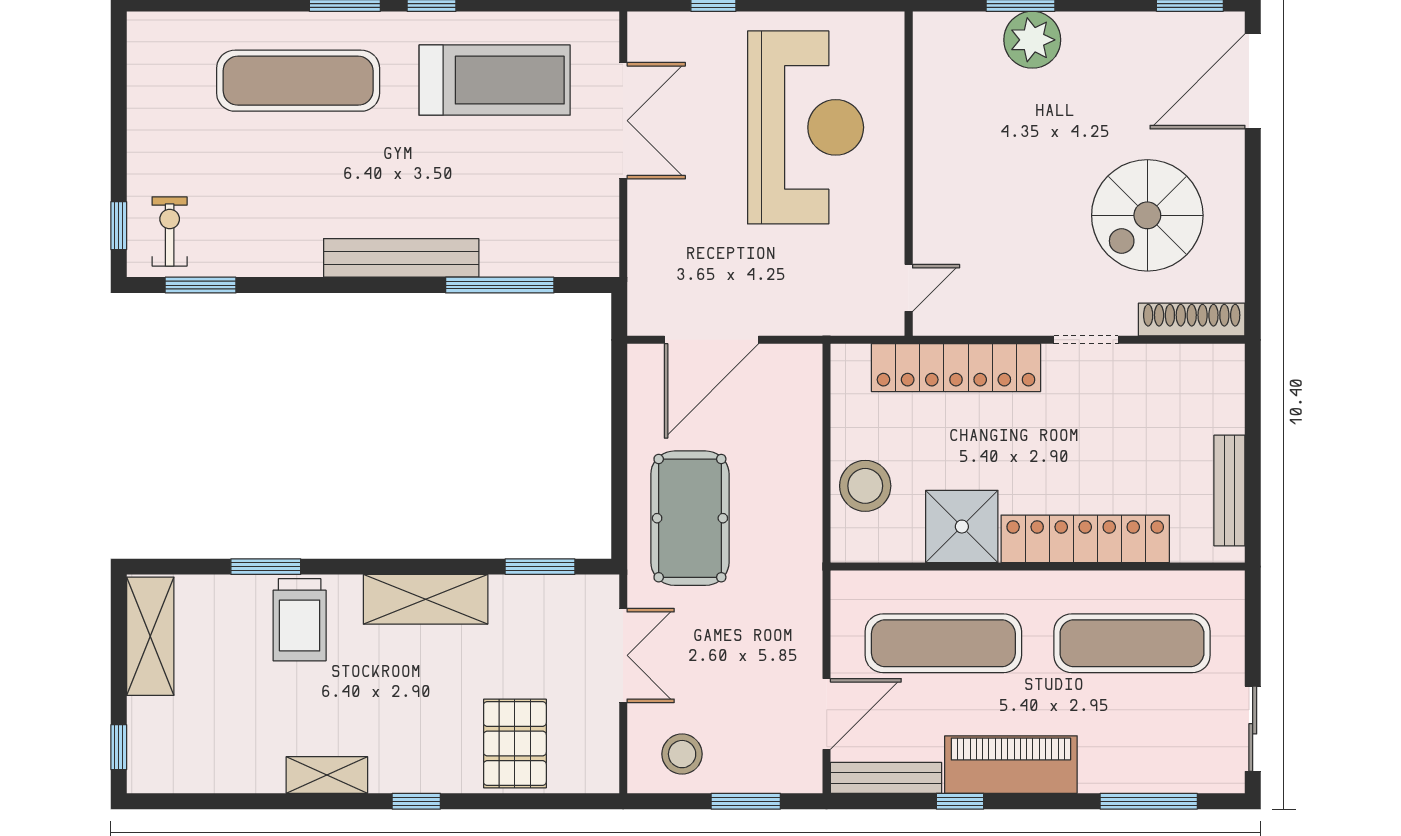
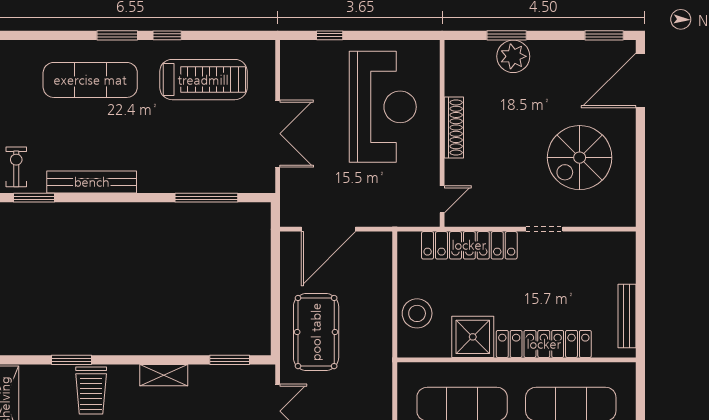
double door: (623, 121) -> (278, 134), moved
bench: (401, 258) -> (92, 182), moved
shoe rack: (1192, 319) -> (454, 128), moved, turned 90
shelving: (426, 599) -> (164, 375), width x0.67, depth x0.75

